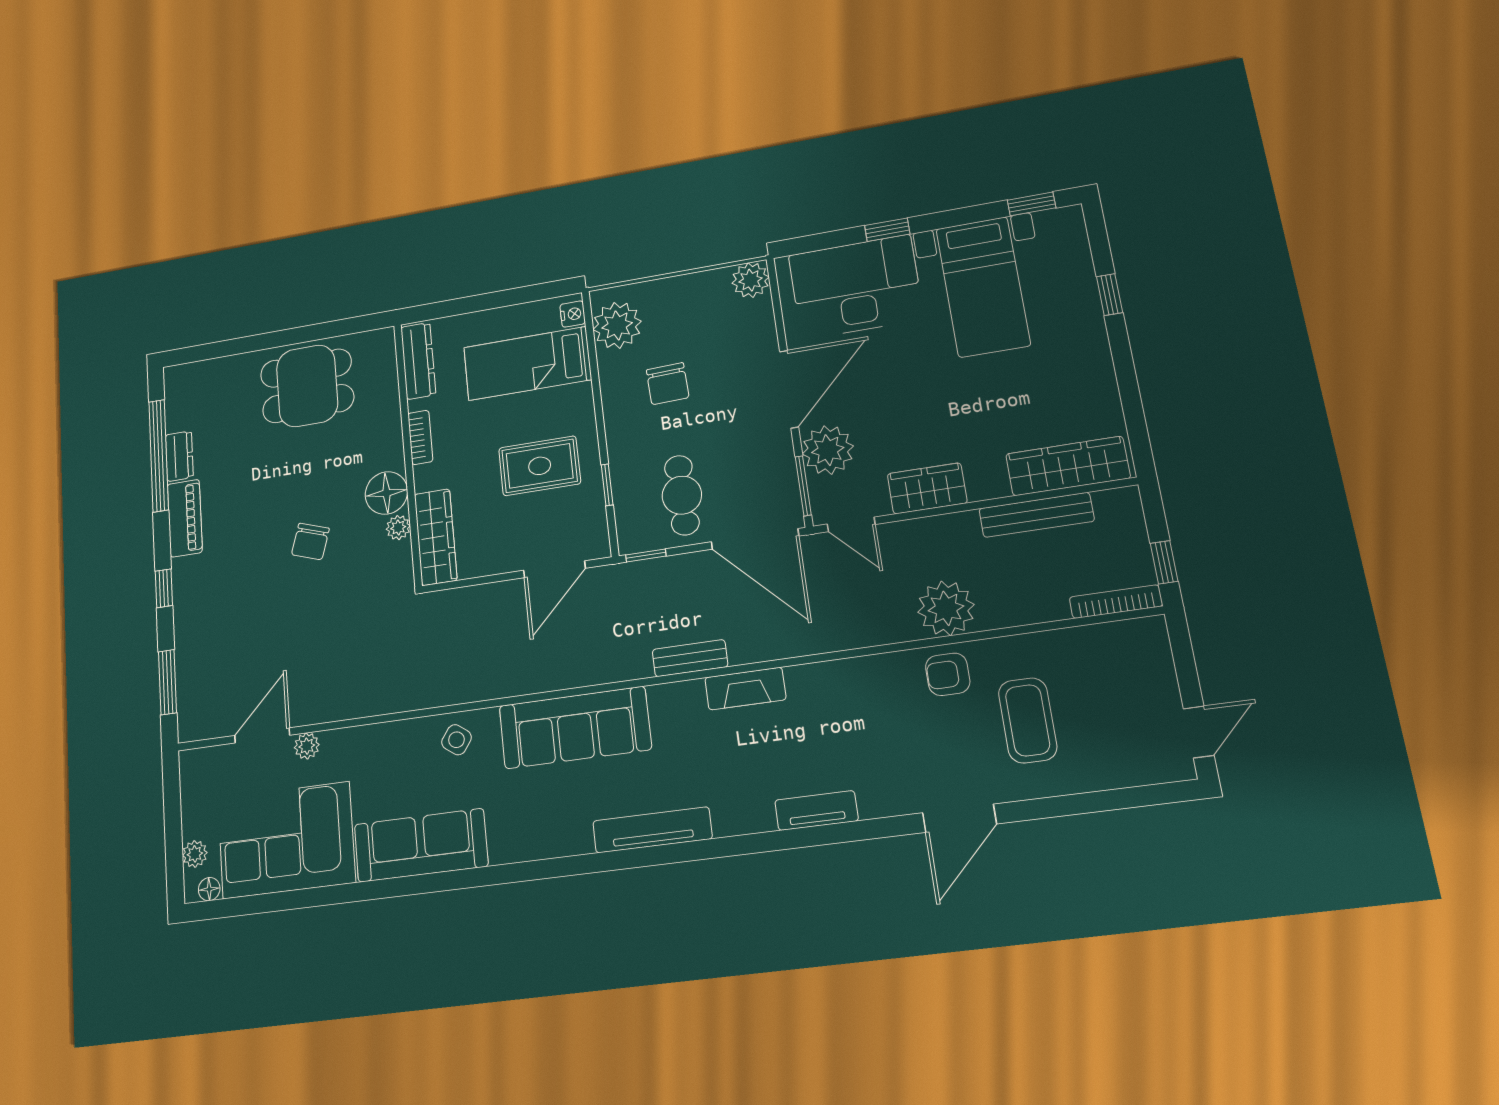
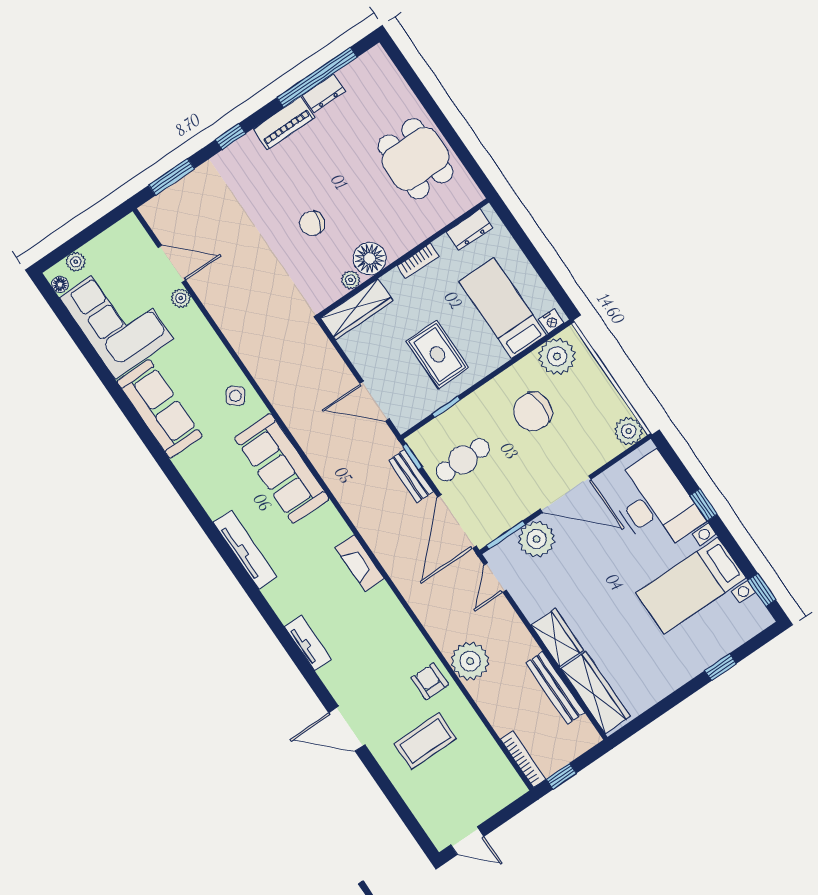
dresser: (418, 361) -> (470, 230), width x0.70
chair: (668, 384) -> (533, 412), width x1.37, depth x1.37
wardrobe: (927, 488) -> (557, 638), moved
bench: (690, 658) -> (411, 476), moved

